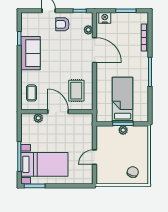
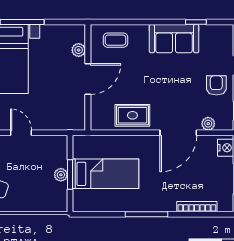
rug: (76, 91) -> (132, 115), moved

